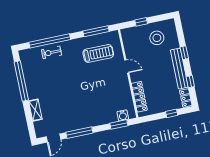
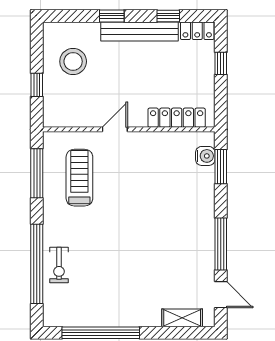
shelving: (35, 110) -> (182, 318), moved

